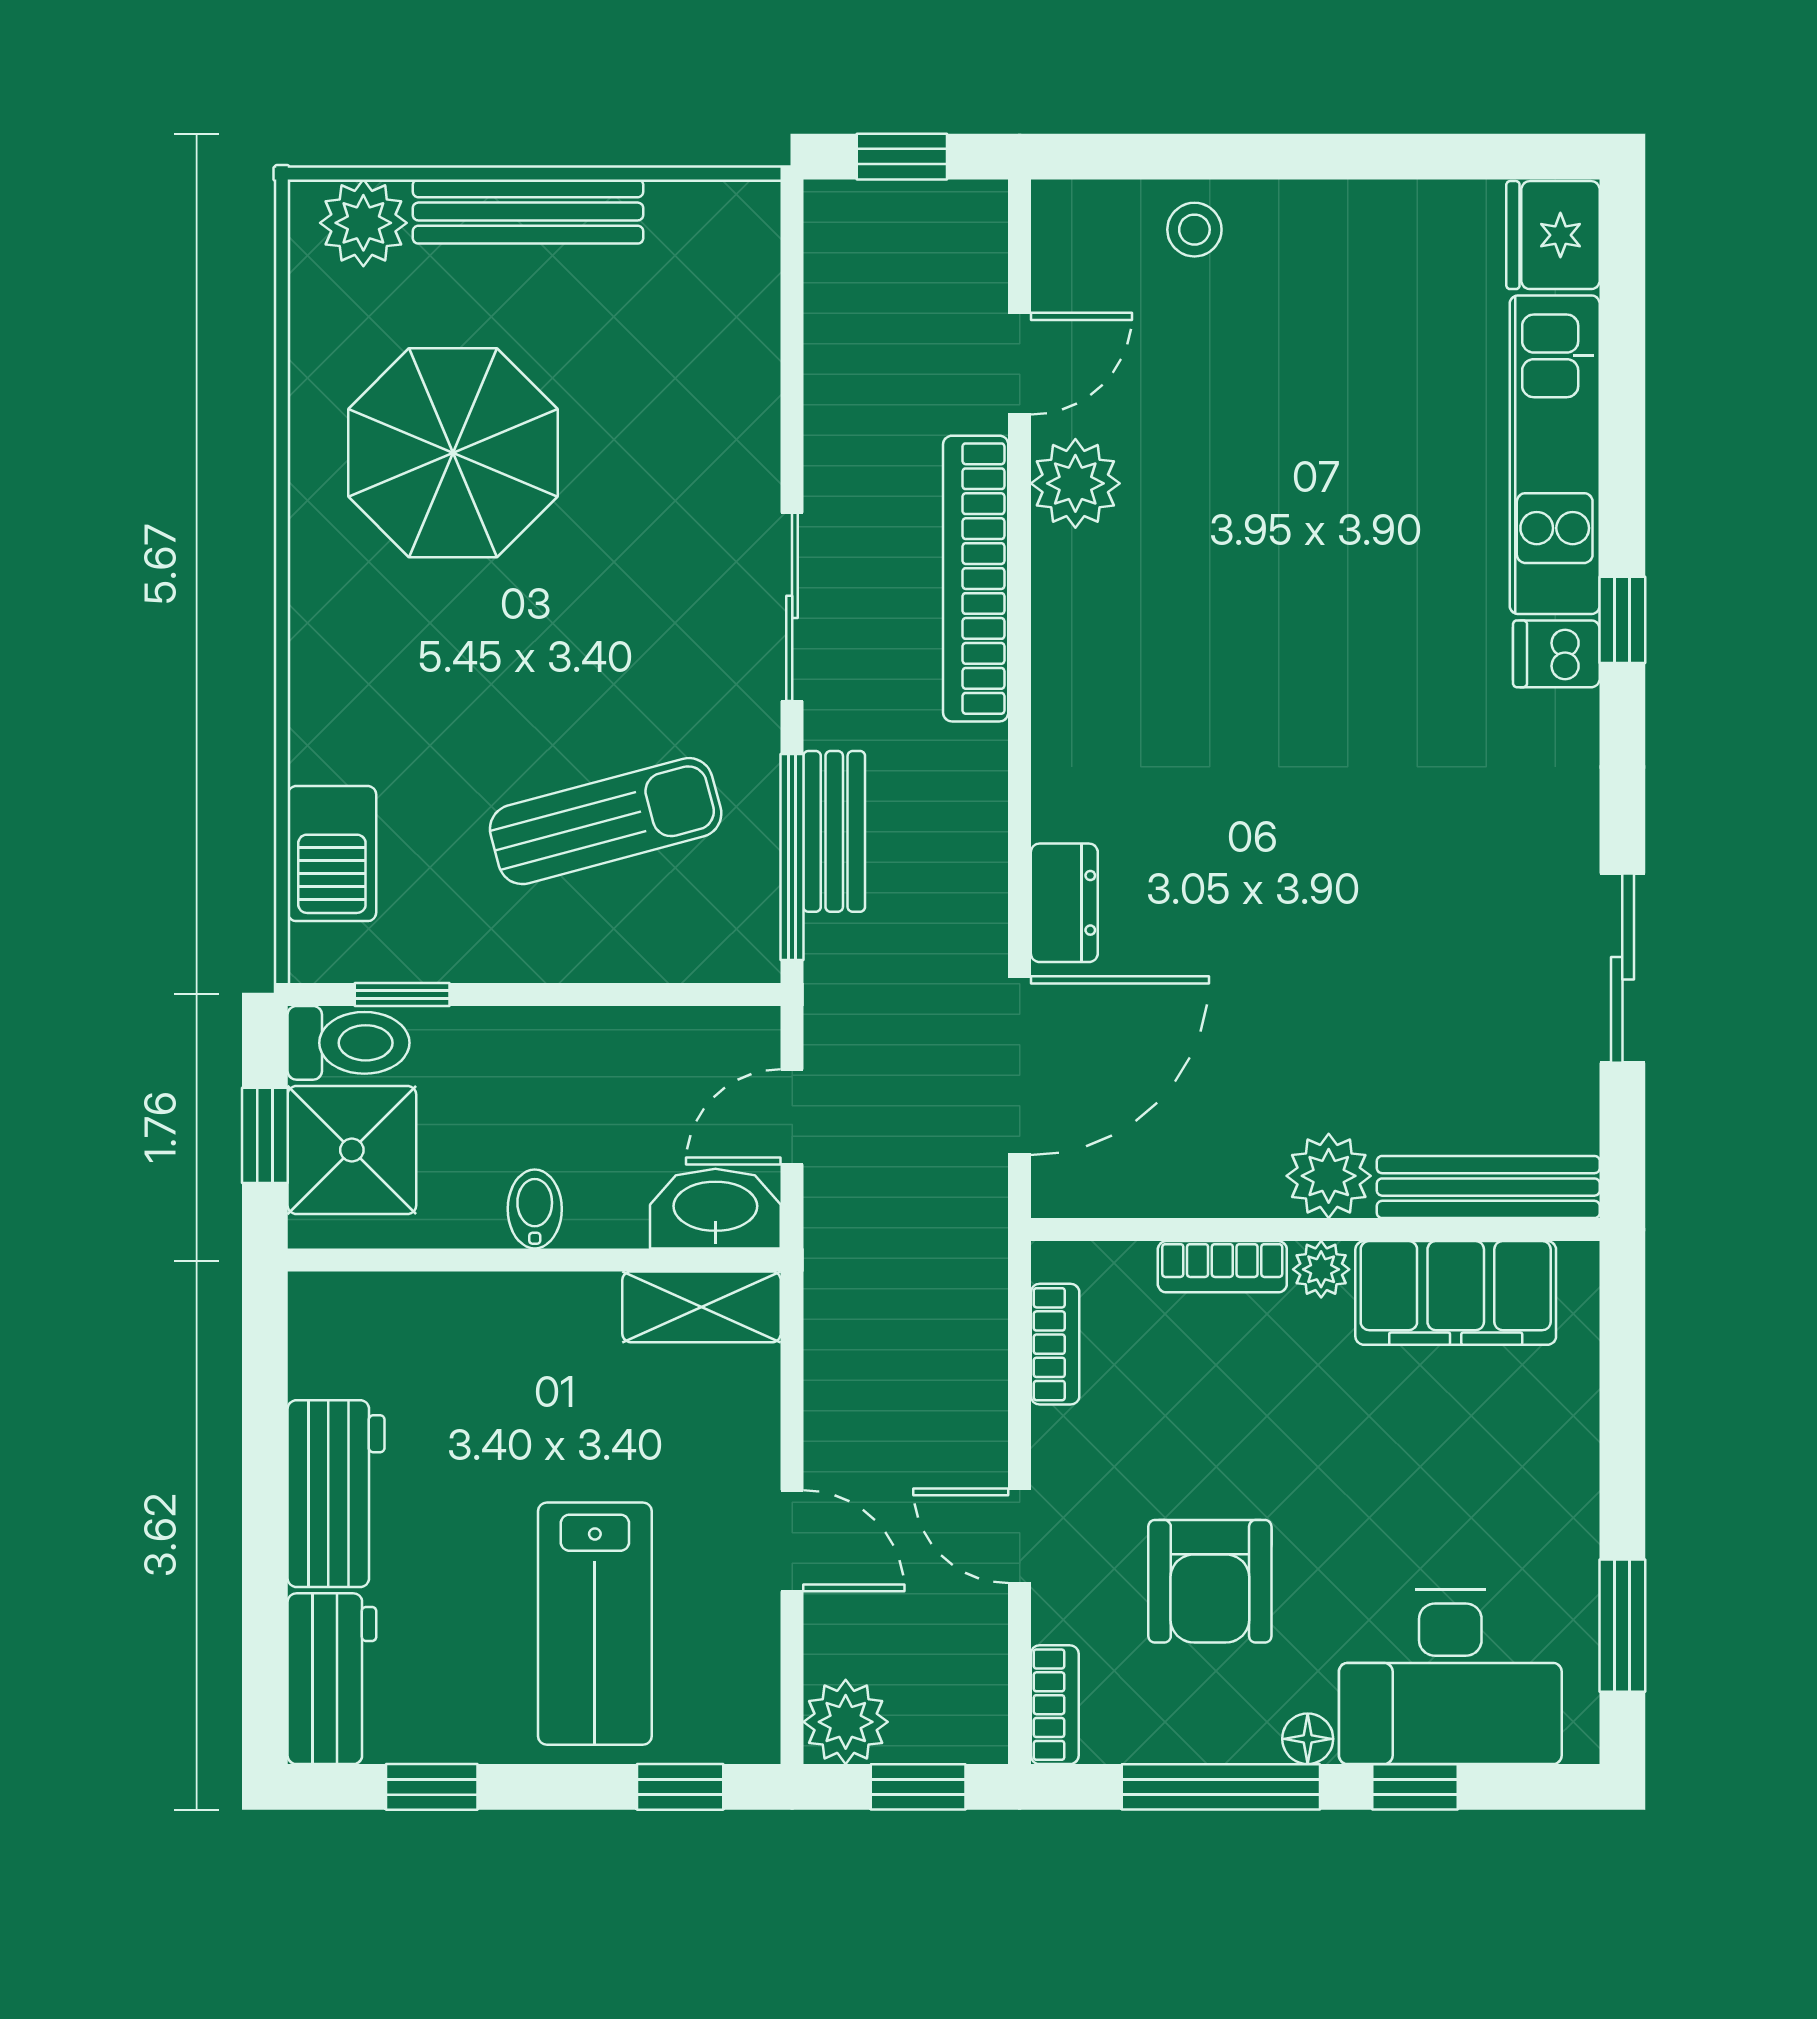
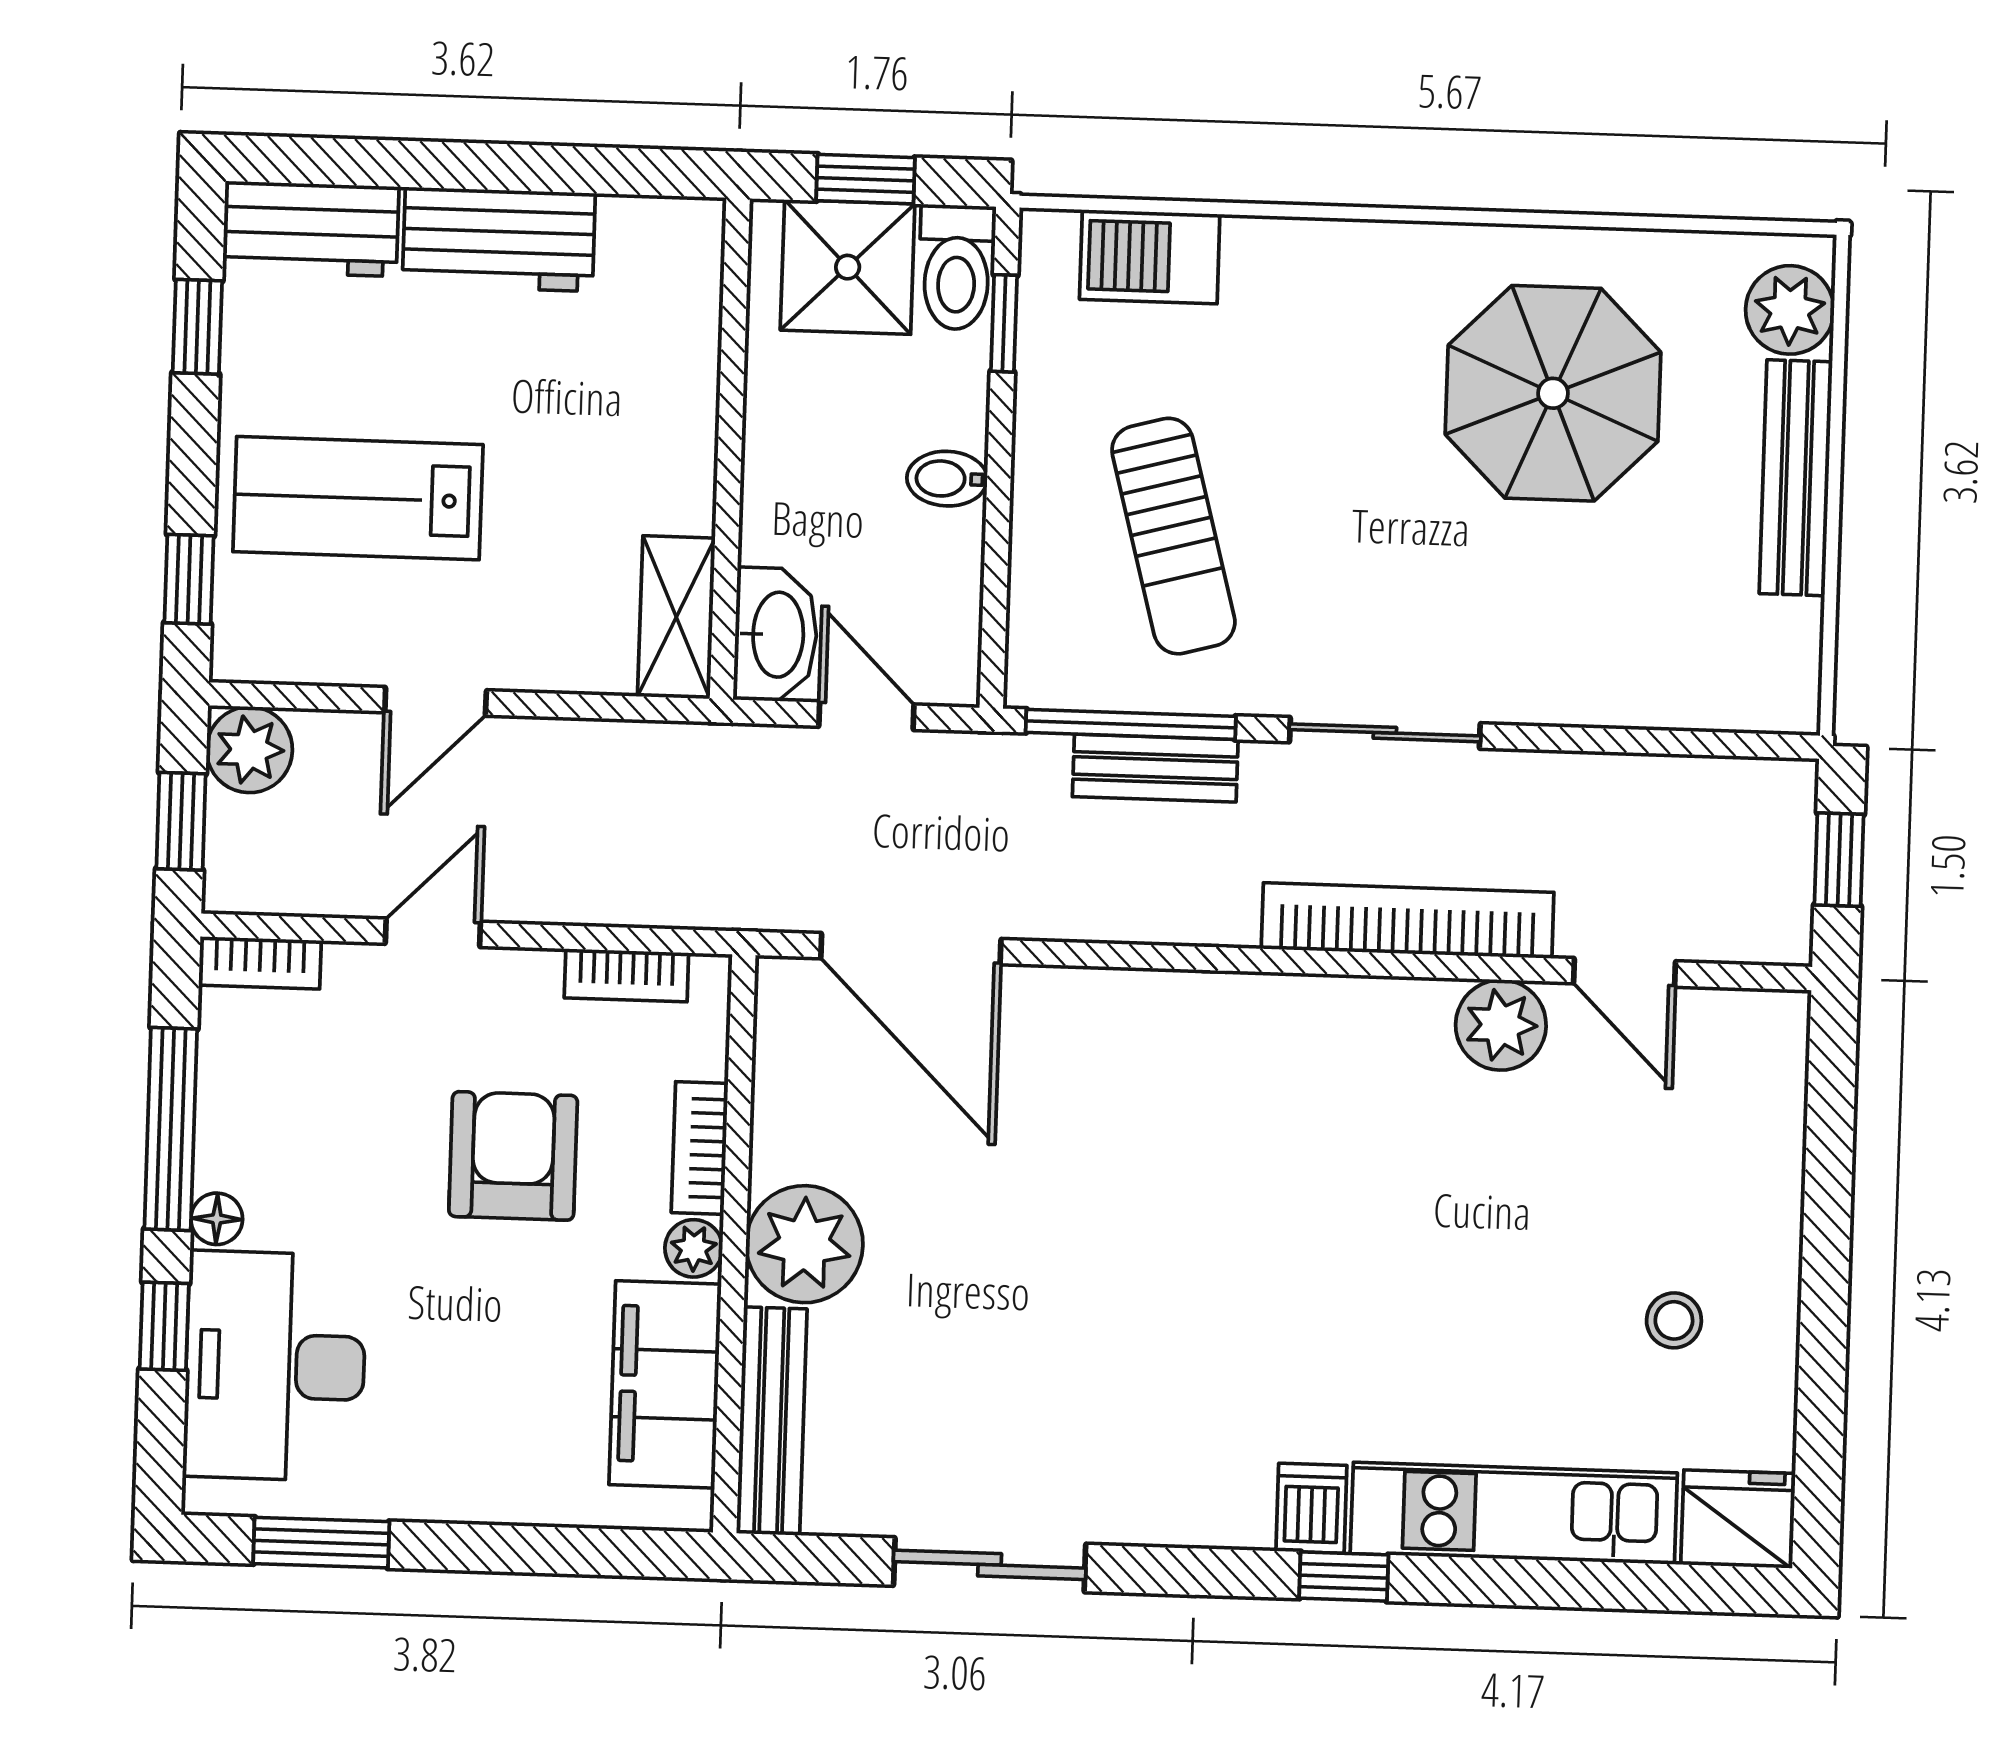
stool: (1194, 230) -> (1674, 1320), moved
dresser: (1064, 903) -> (1075, 1000), removed
plant: (1329, 1176) -> (804, 1244), width x1.36, depth x1.36
bidet: (535, 1209) -> (947, 479), moved, turned 180
armchair: (1210, 1581) -> (513, 1156), moved, turned 90

